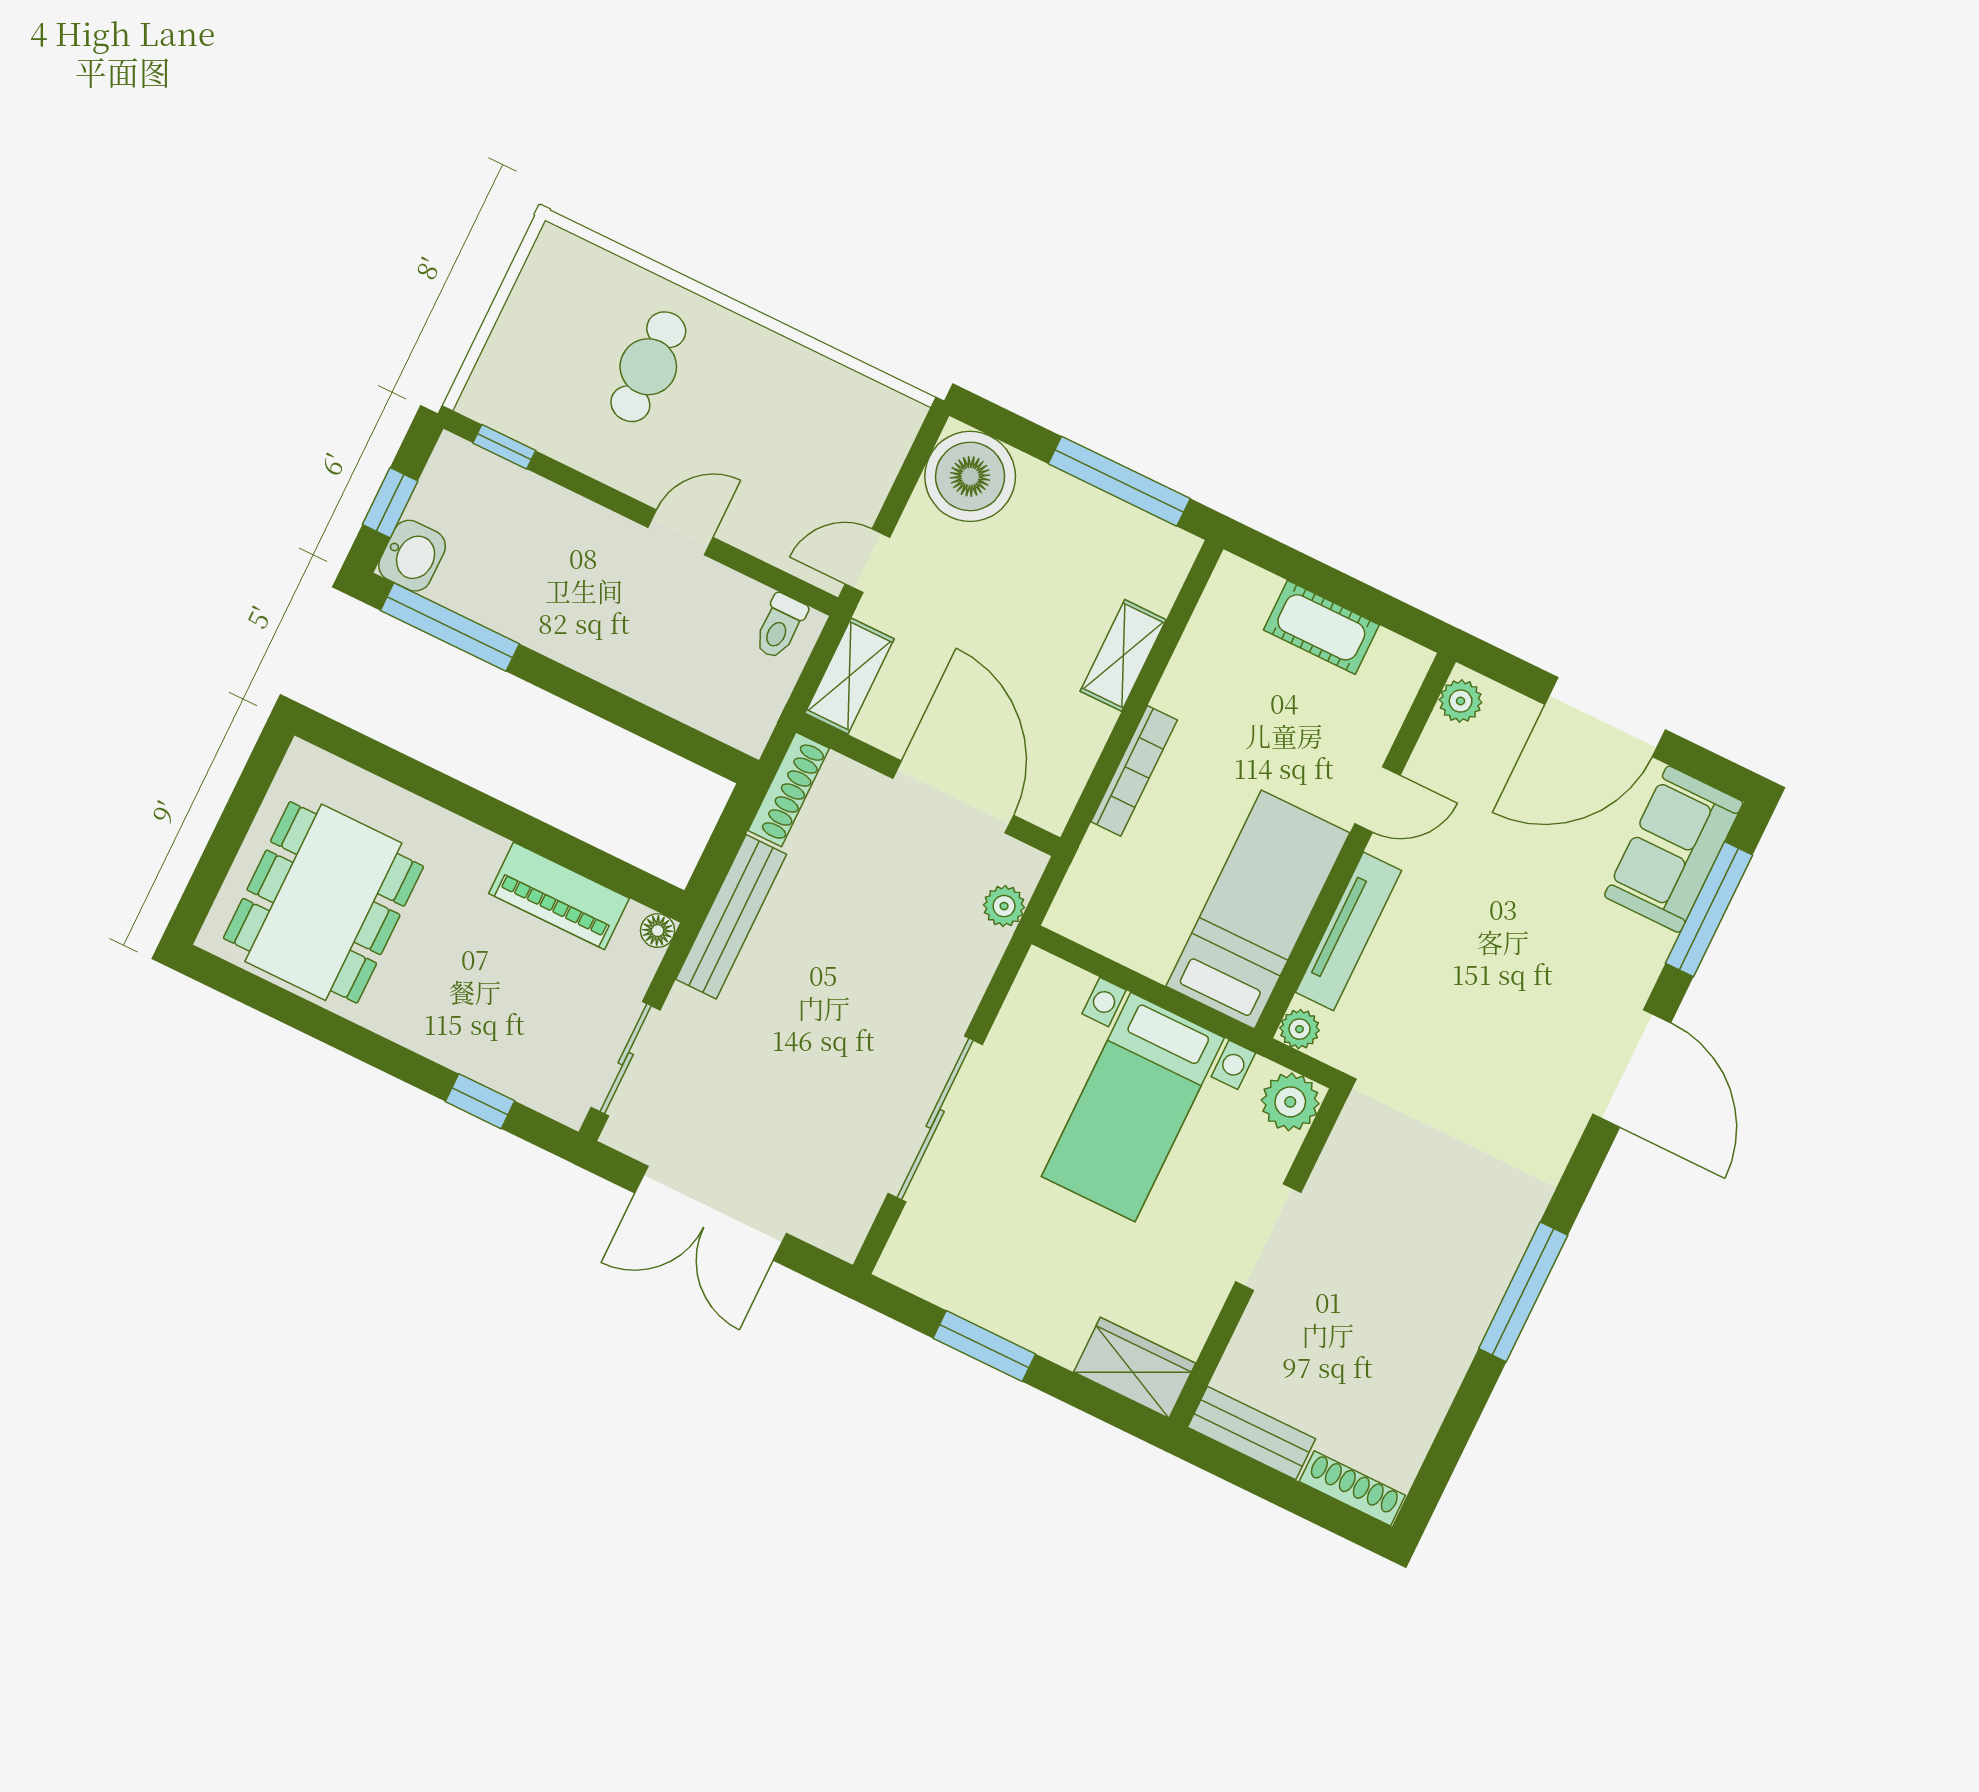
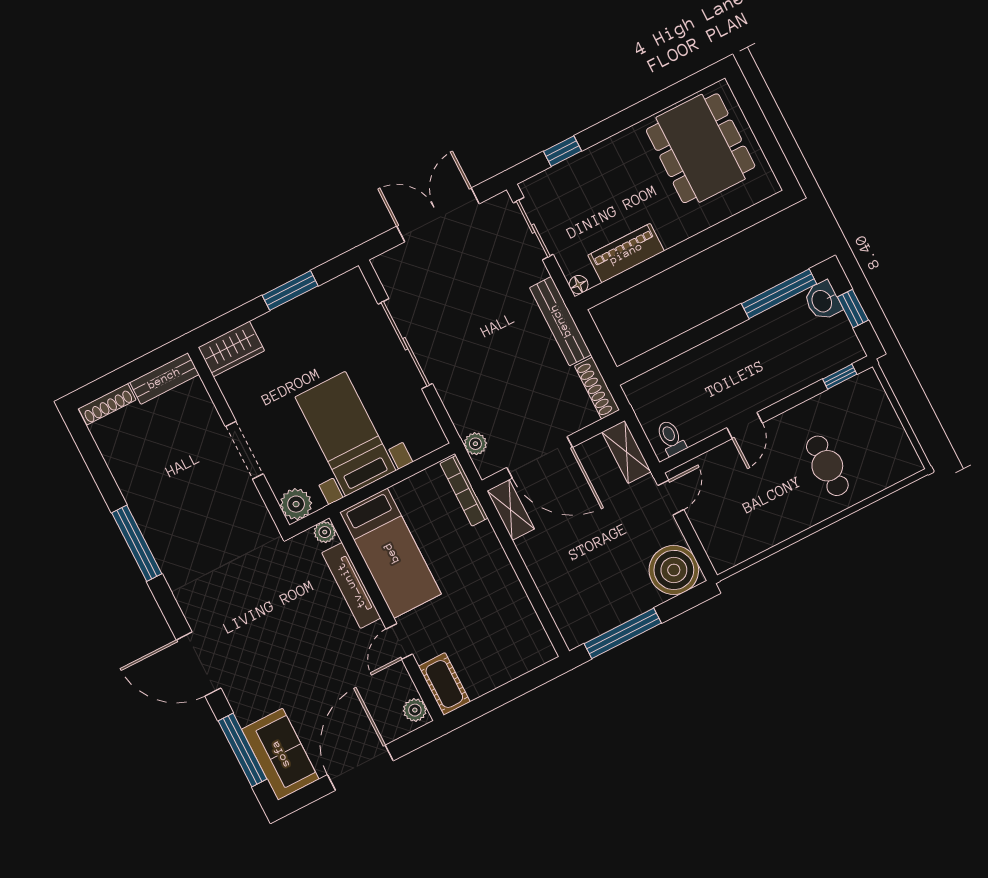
cot: (1321, 627) -> (444, 684), moved, turned 90
shelving: (1123, 655) -> (511, 510), moved
bookcase: (1134, 771) -> (464, 491), moved

